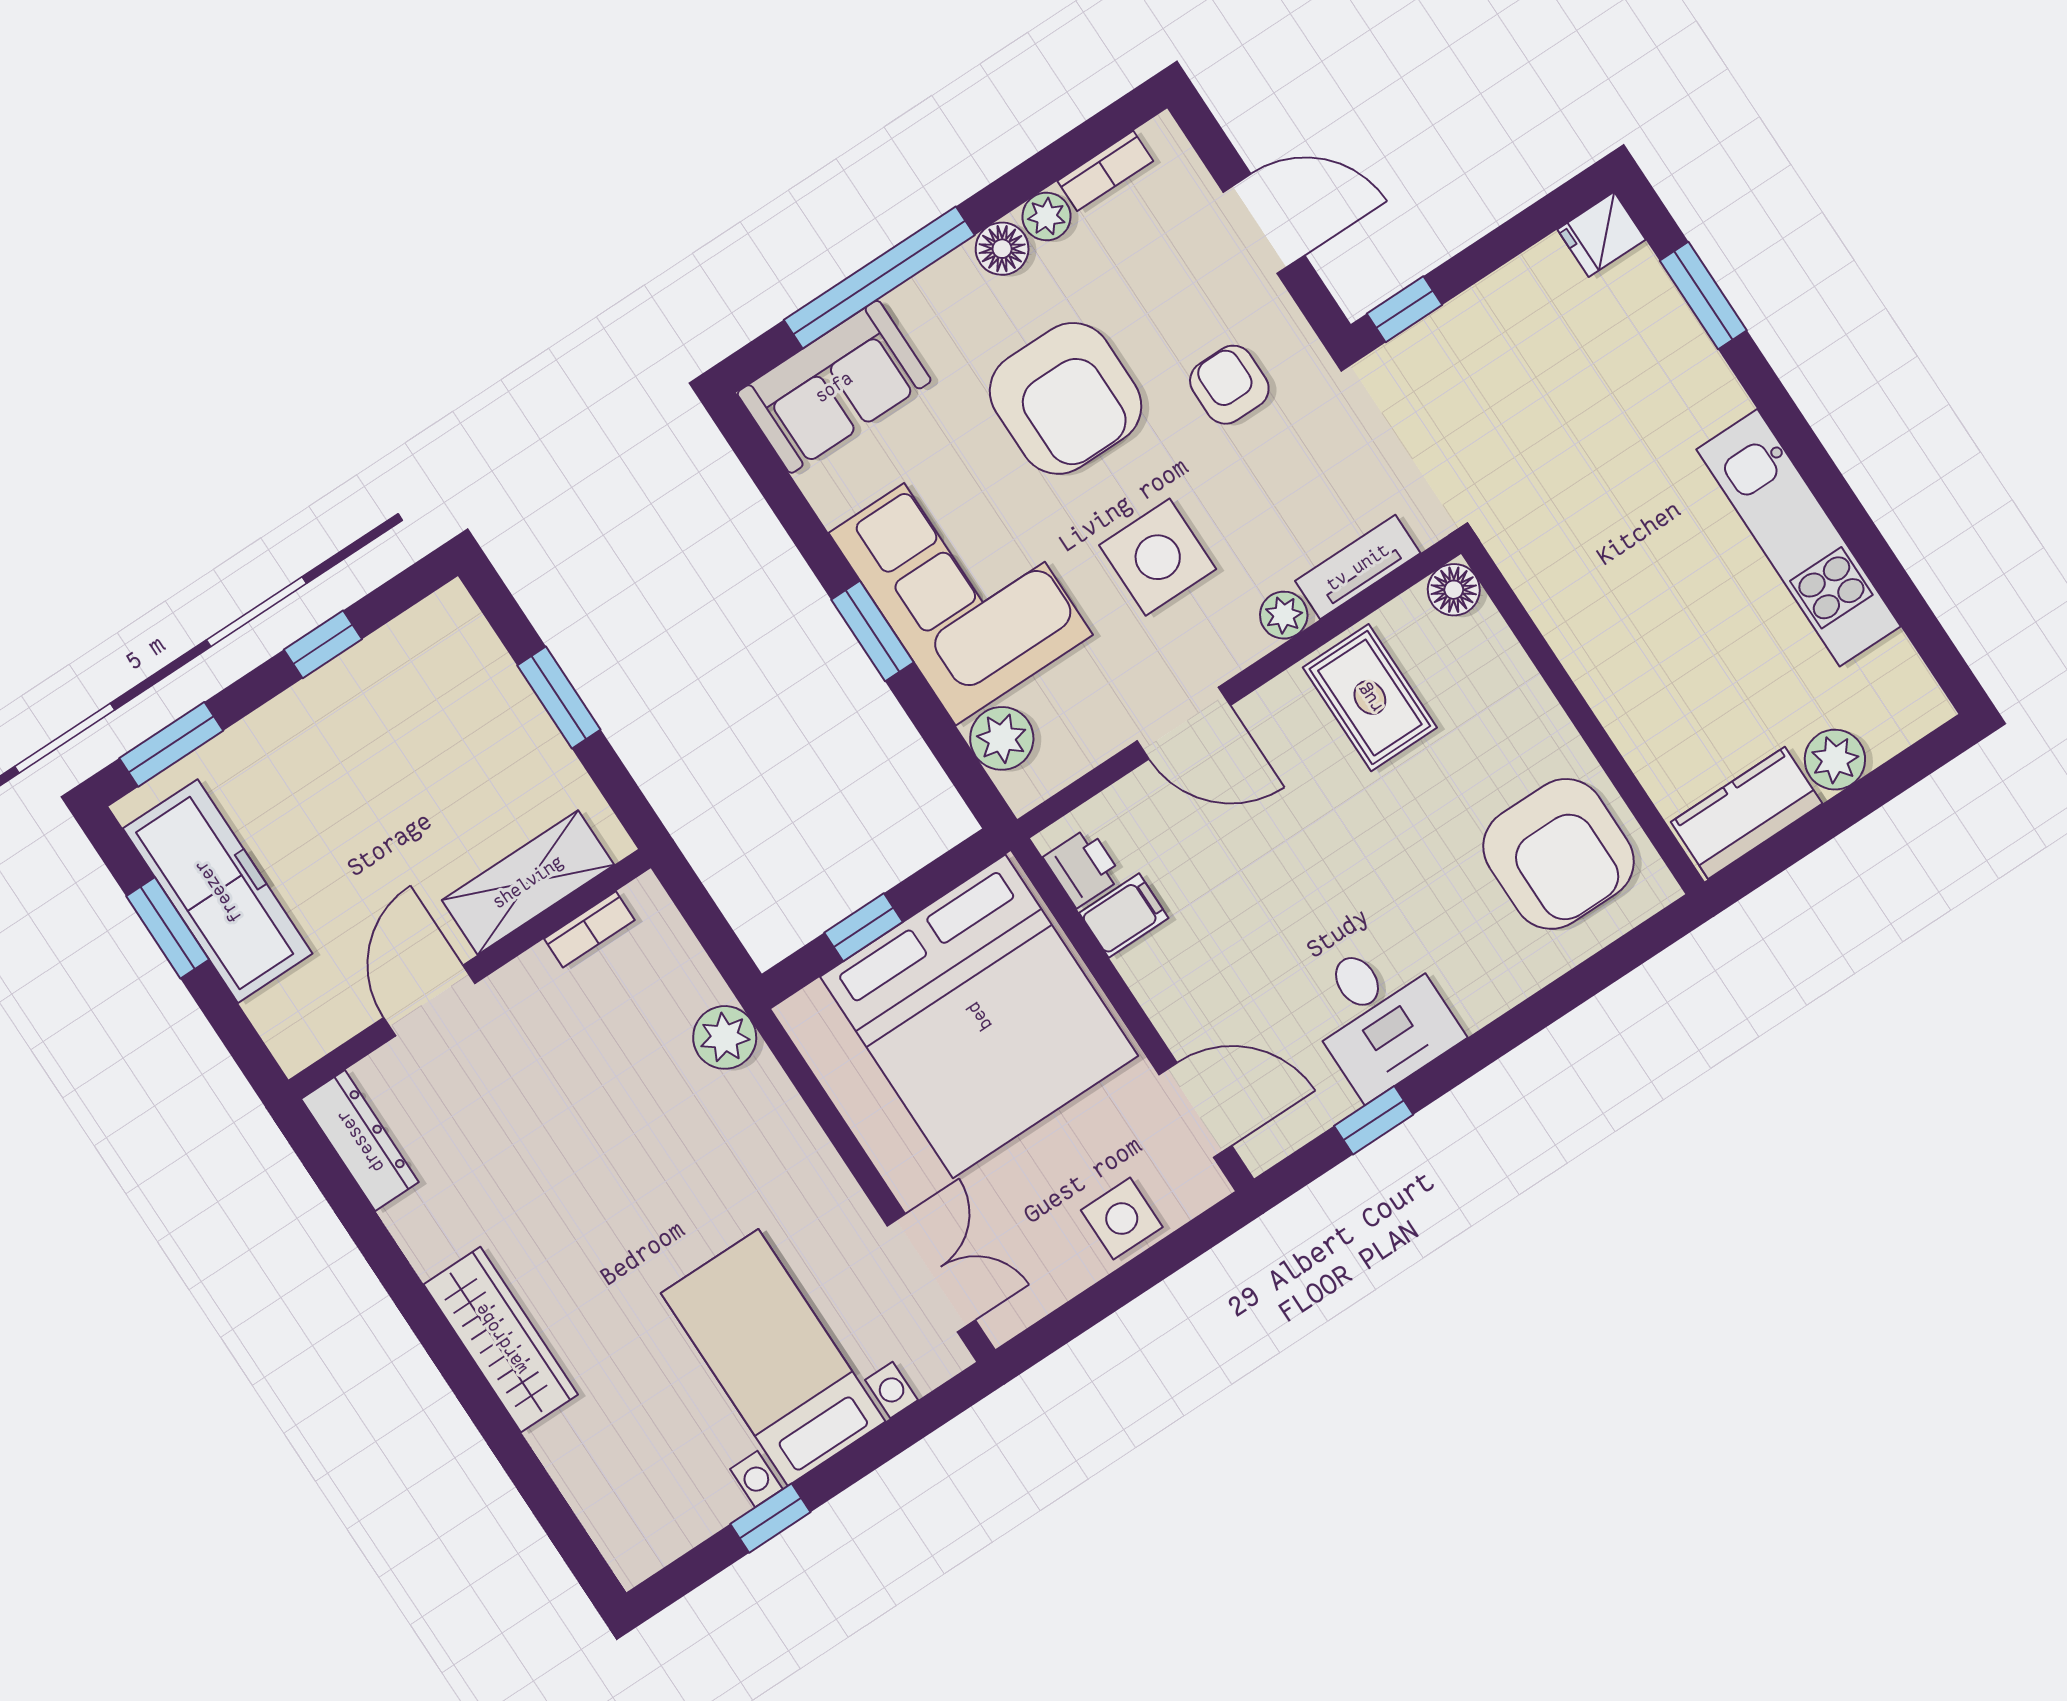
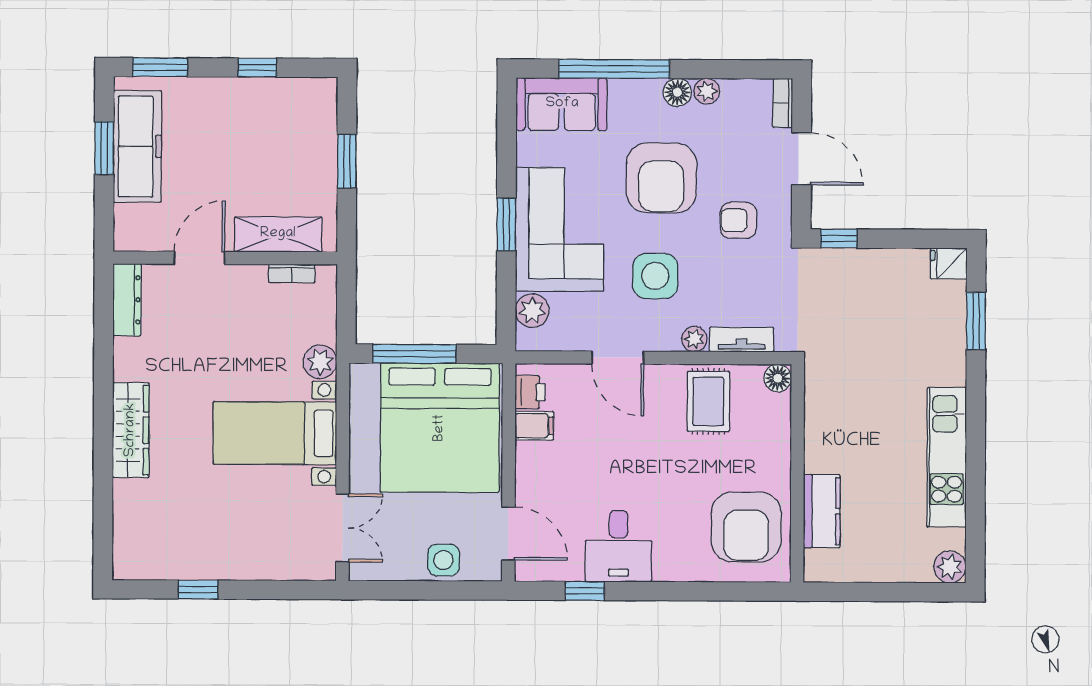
bookcase: (1105, 171) -> (783, 103), moved, turned 90
armchair: (1229, 385) -> (738, 220), turned -90
plant: (1835, 760) -> (950, 567), moved
kitchen counter: (1747, 813) -> (822, 511), moved, turned 90
window: (863, 927) -> (415, 354), width x2.17
bed with nightstands: (773, 1357) -> (275, 433), moved, turned -90

